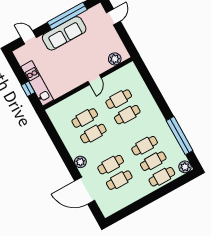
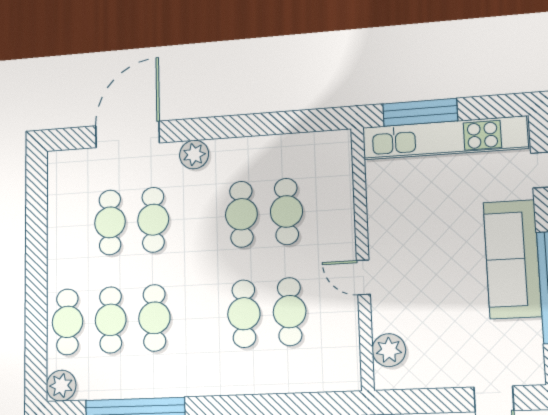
kitchen unit: (37, 83) -> (444, 138), width x1.36
window: (28, 89) -> (420, 112), width x2.17

